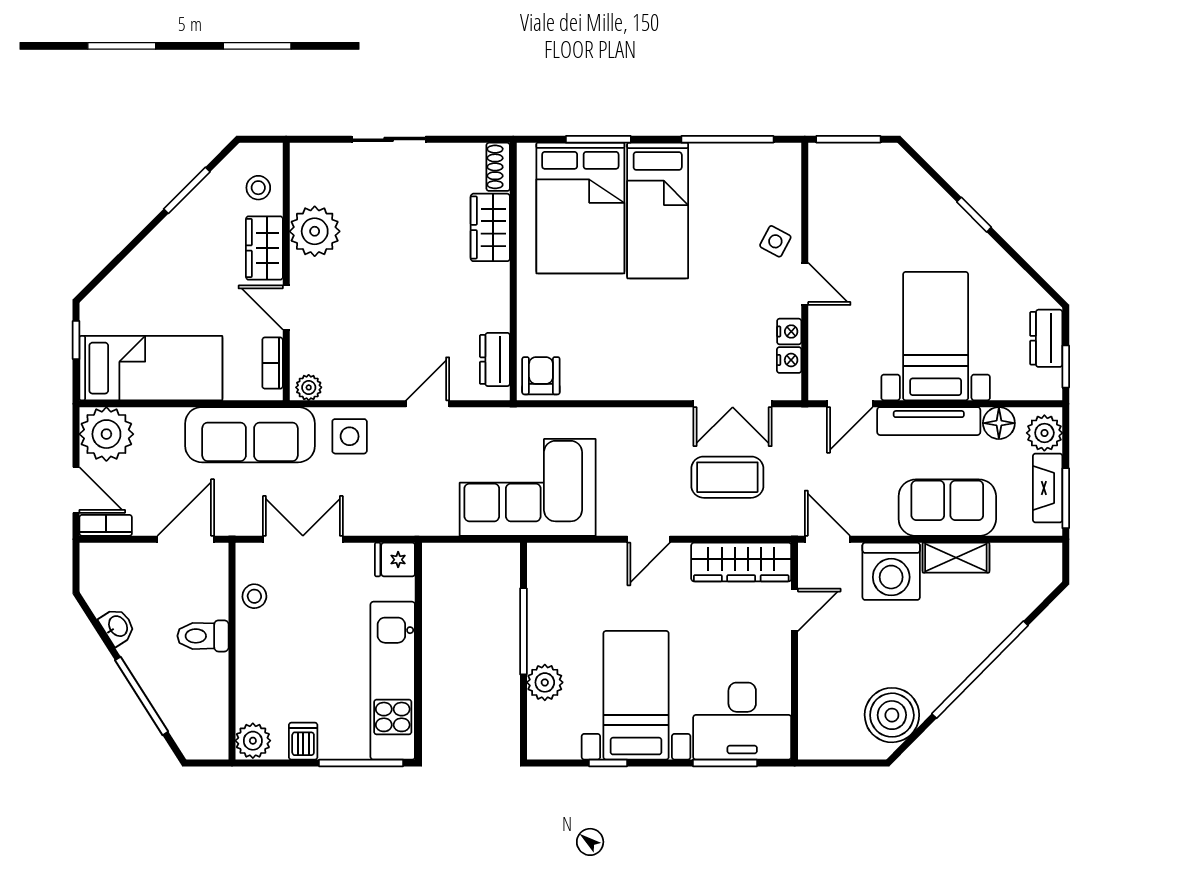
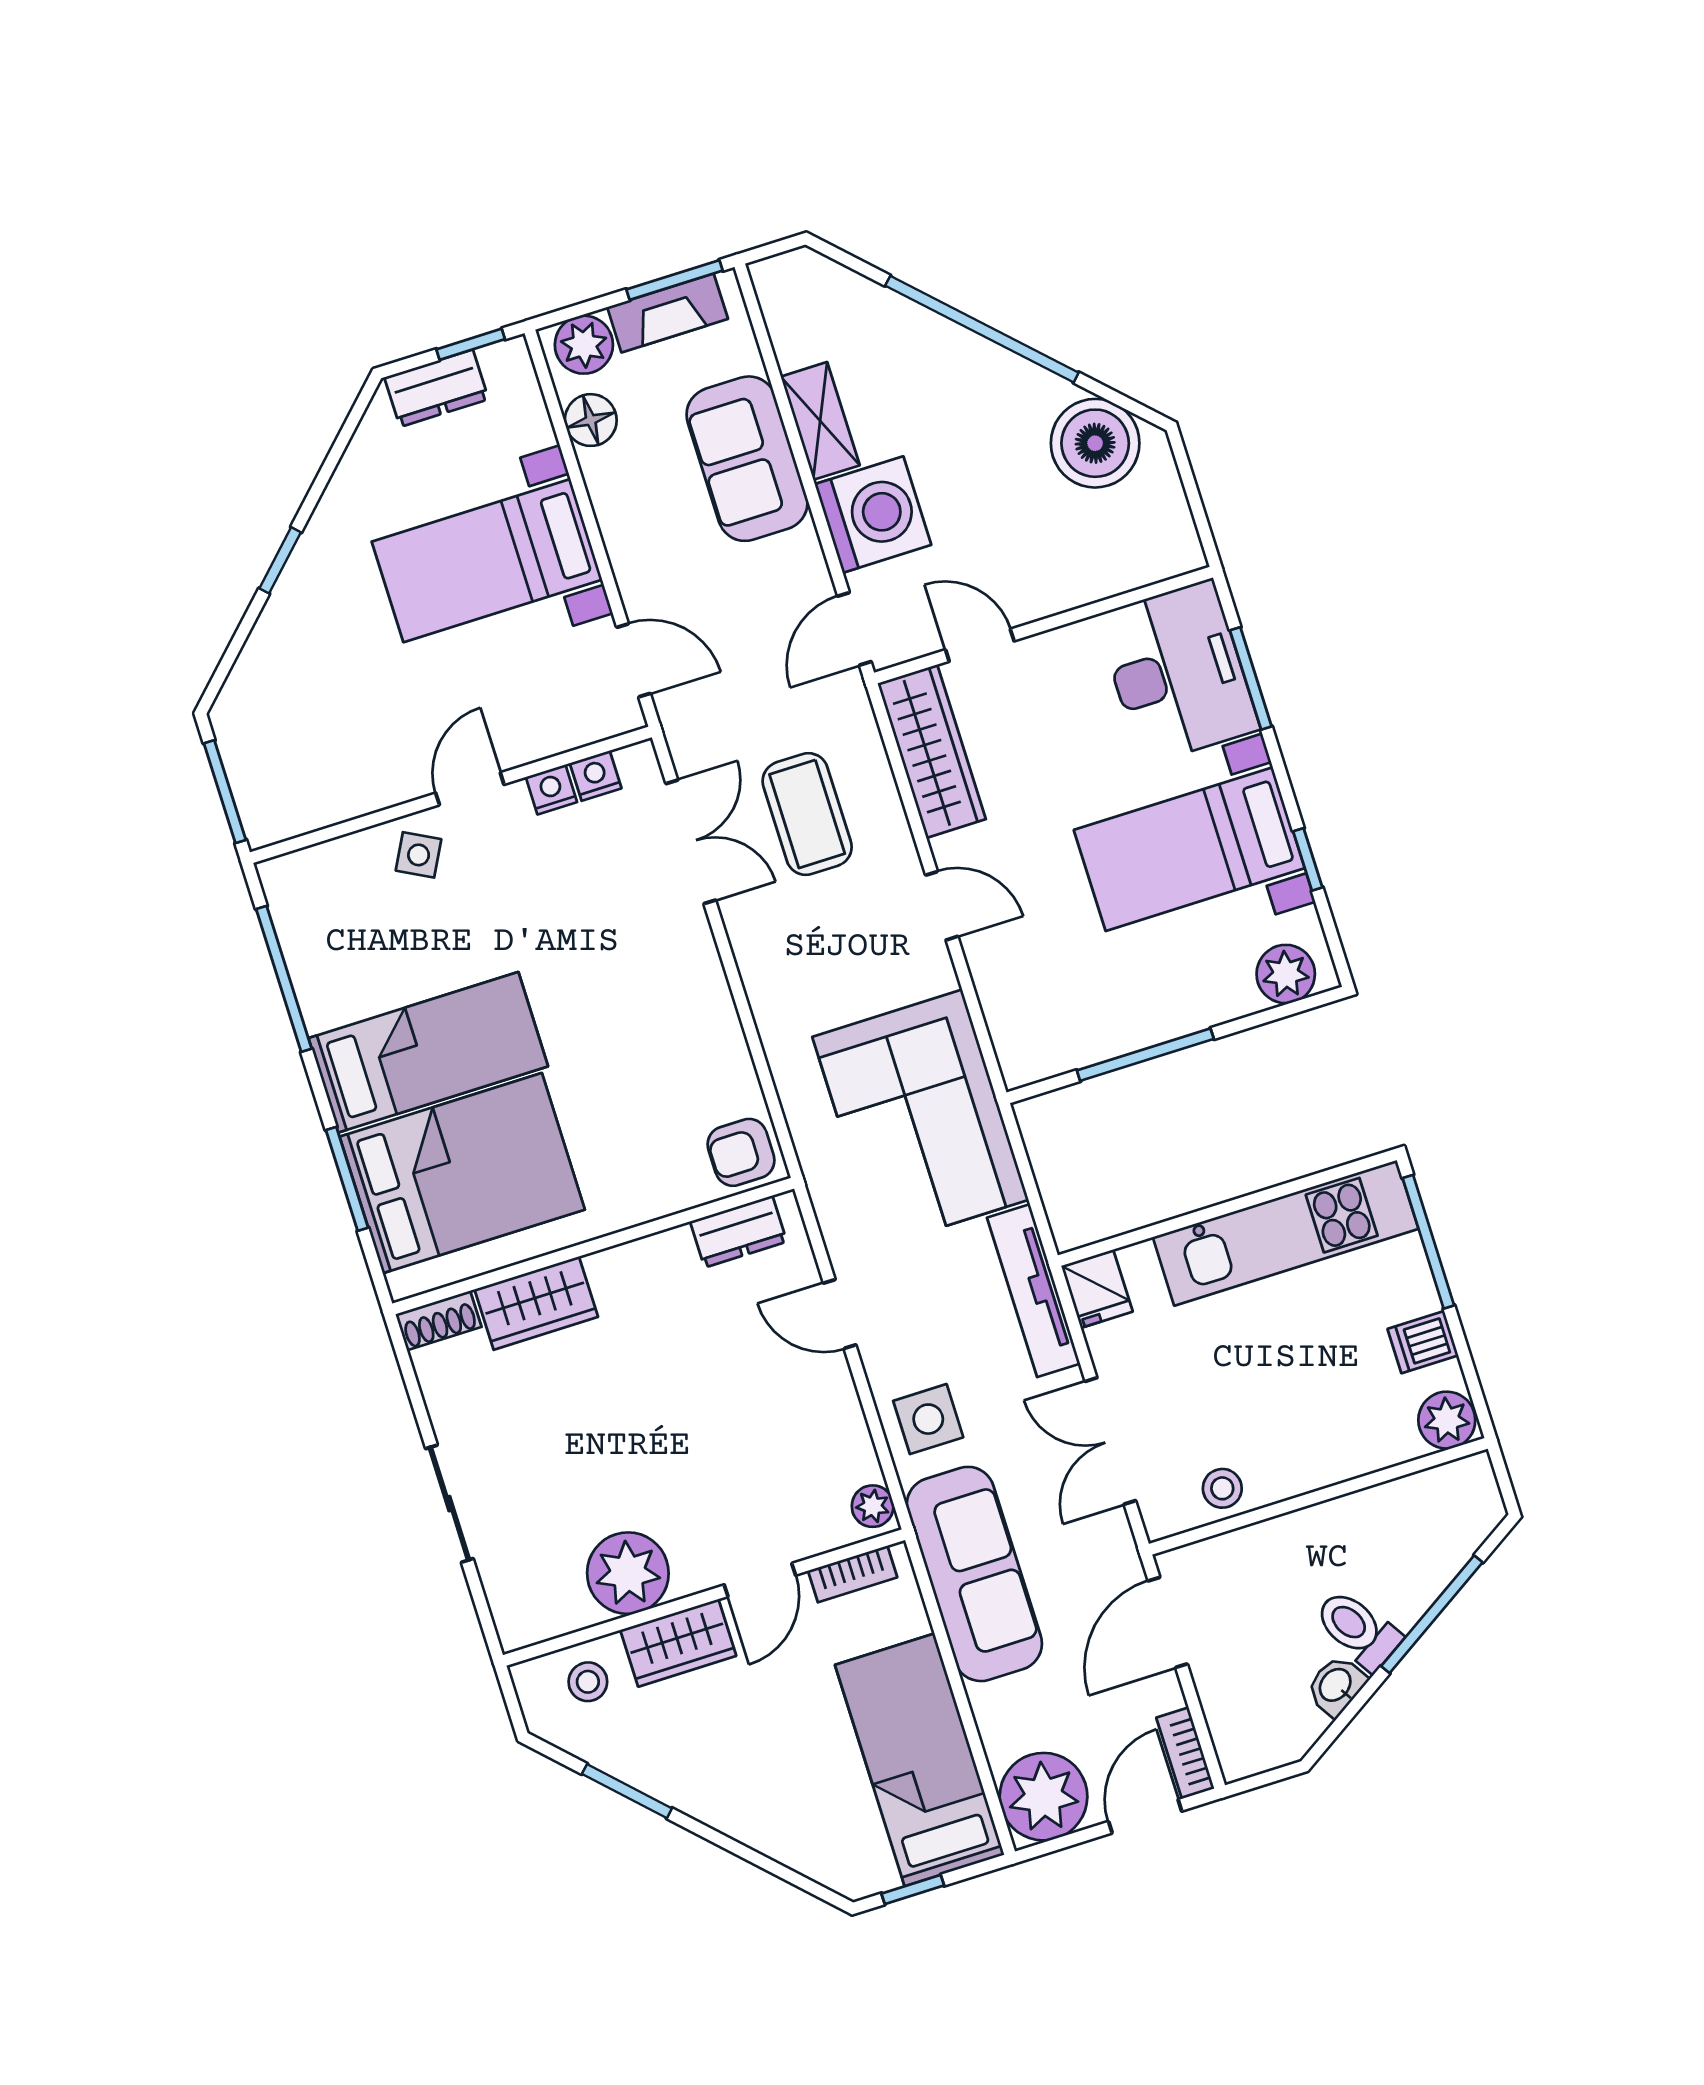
tv unit: (929, 421) -> (1034, 1291), moved, turned 180
door: (186, 539) -> (1168, 1622), hinge flipped
toilet: (203, 636) -> (1358, 1630), moved, turned 148
plant: (545, 682) -> (1286, 974), moved

